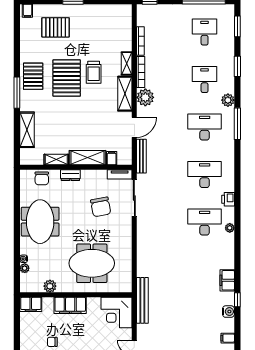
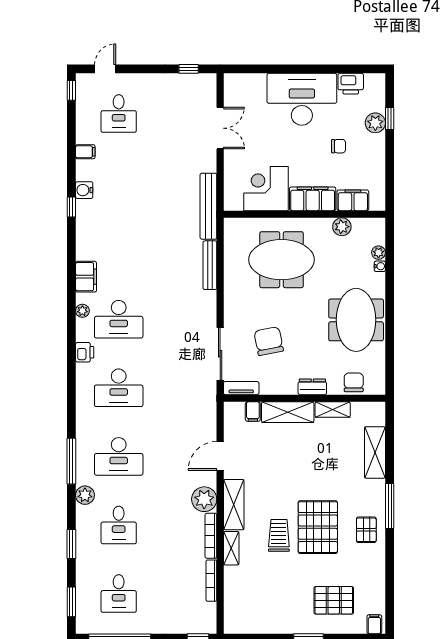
pallet: (33, 76) -> (366, 530), width x0.67, depth x0.71
bench: (141, 156) -> (210, 265), moved
filing cabinet: (227, 280) -> (86, 277), moved
filing cabinet: (31, 304) -> (353, 200), moved
corner desk: (116, 313) -> (266, 189), moved, turned -90

